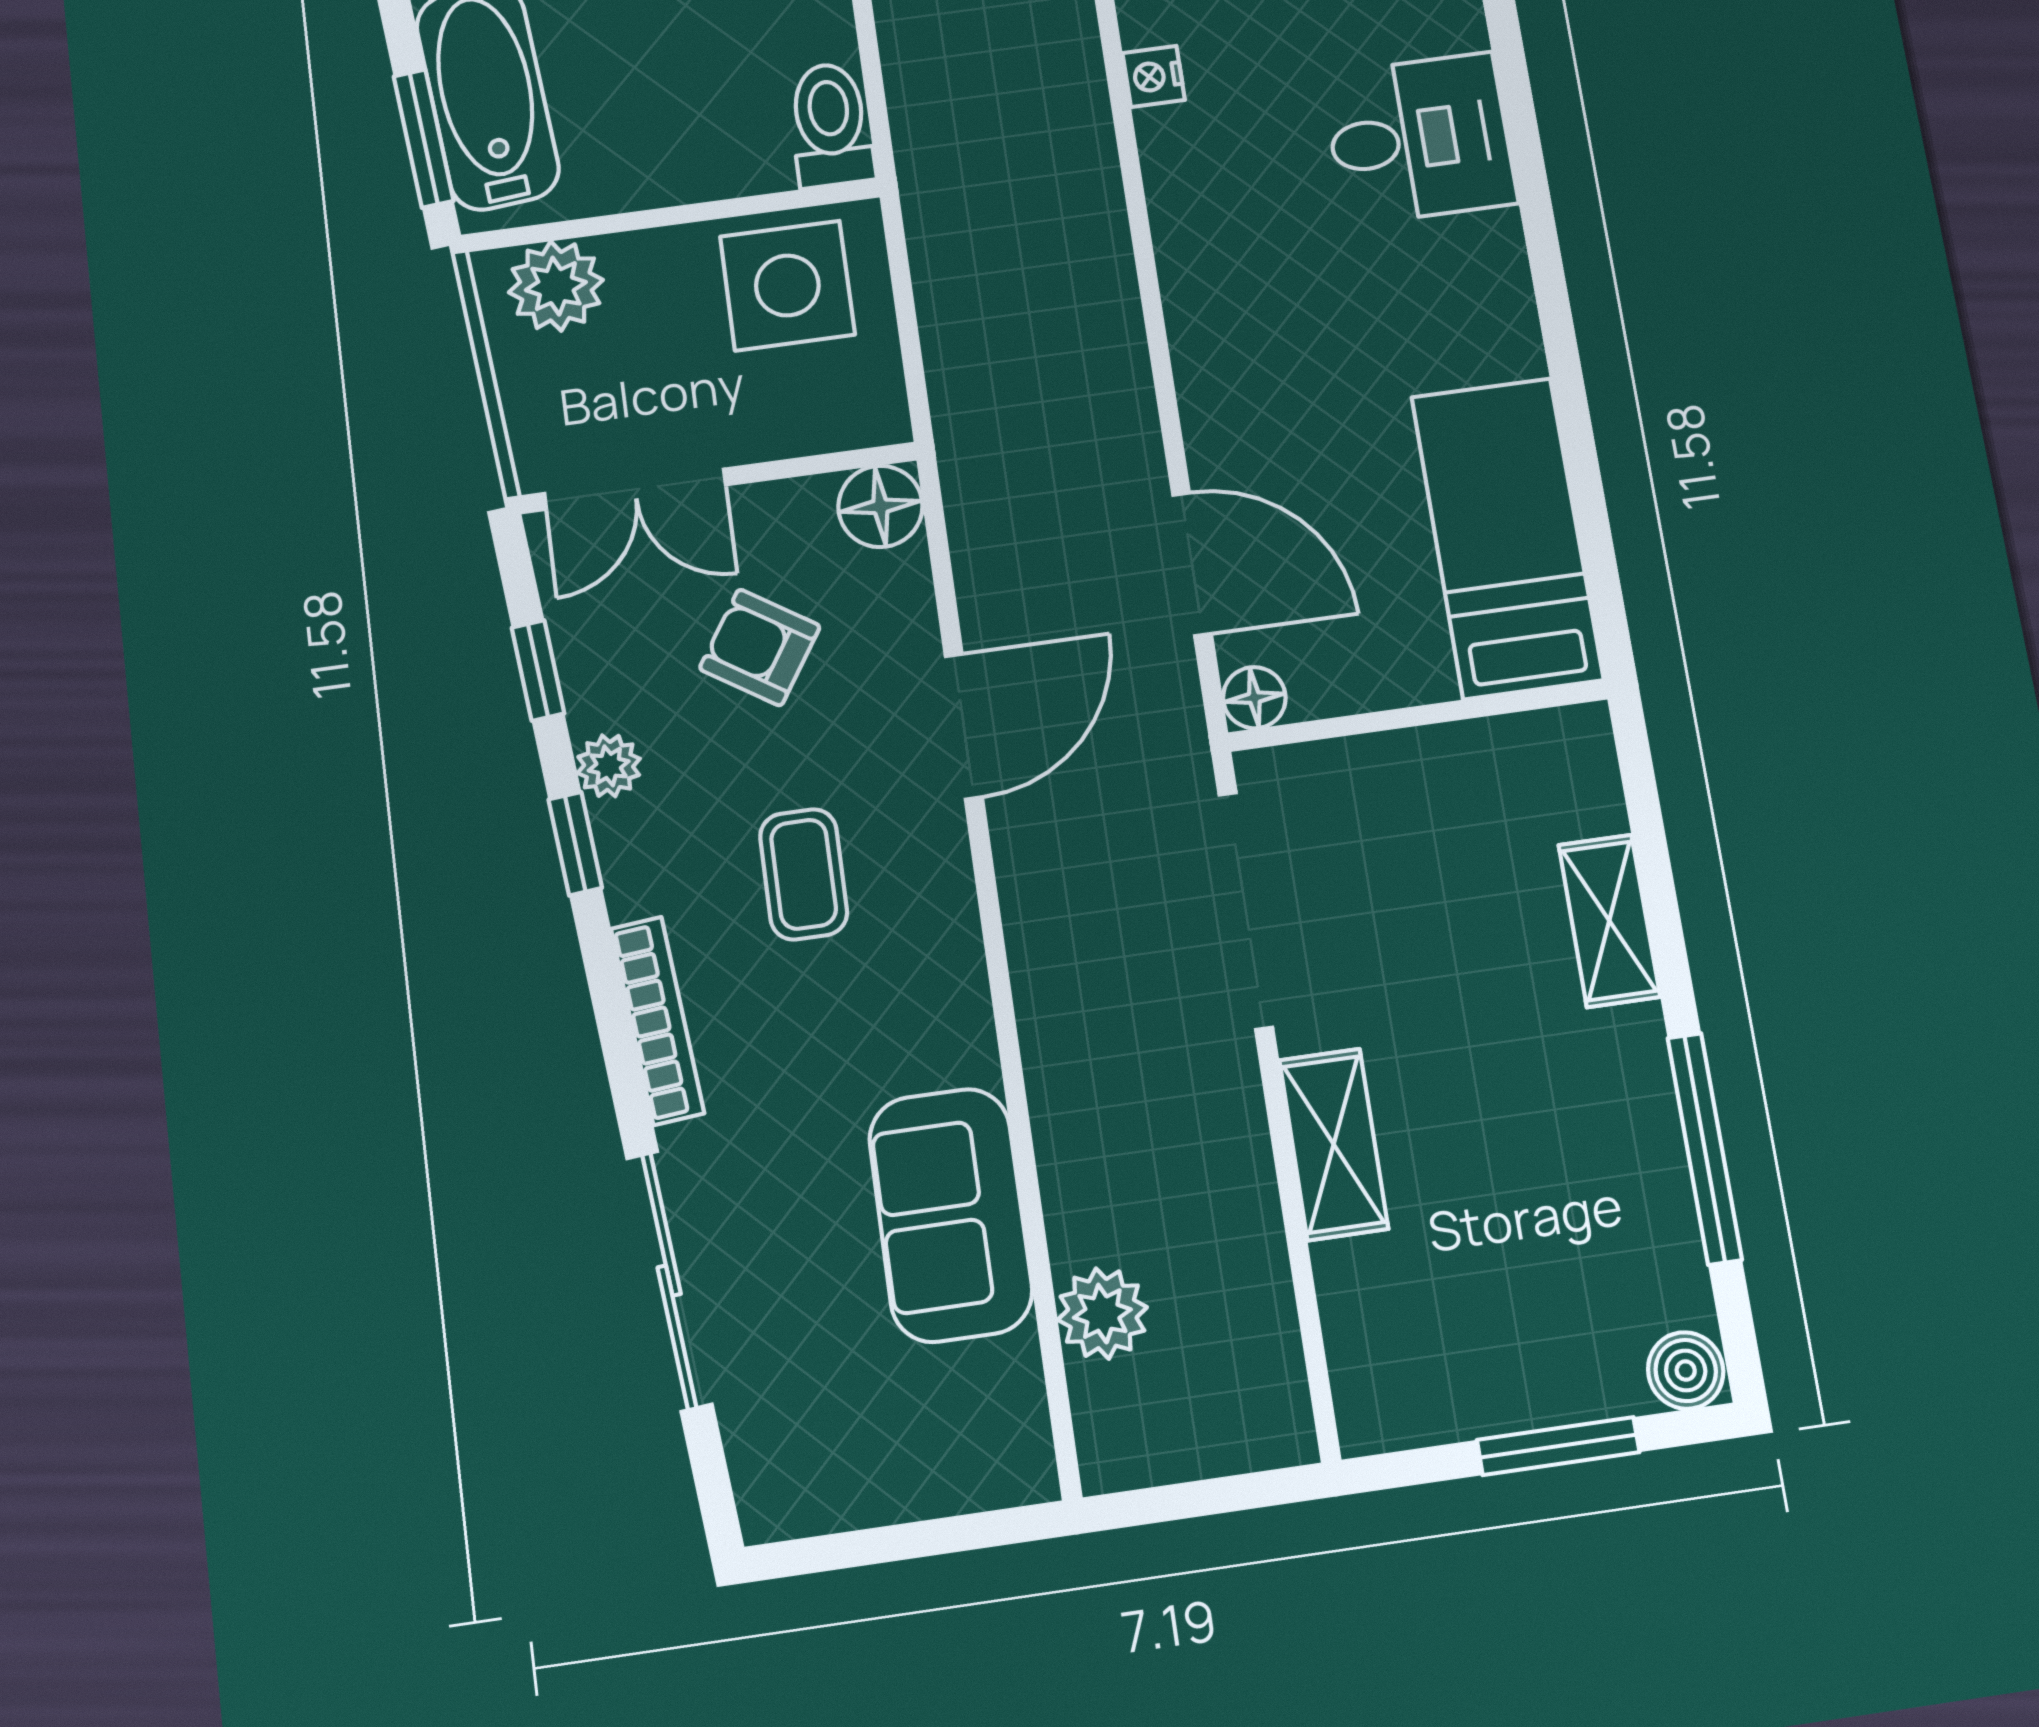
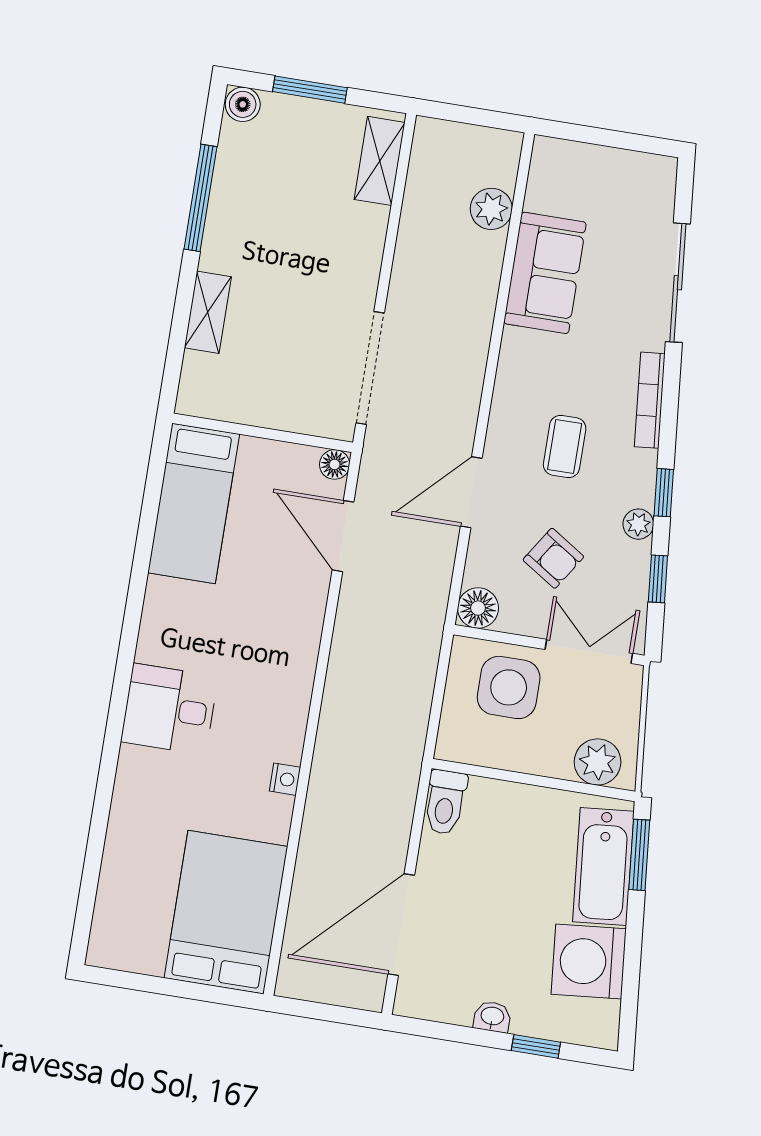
side table: (787, 286) -> (509, 687), moved
shelving: (1334, 1144) -> (380, 161), moved

